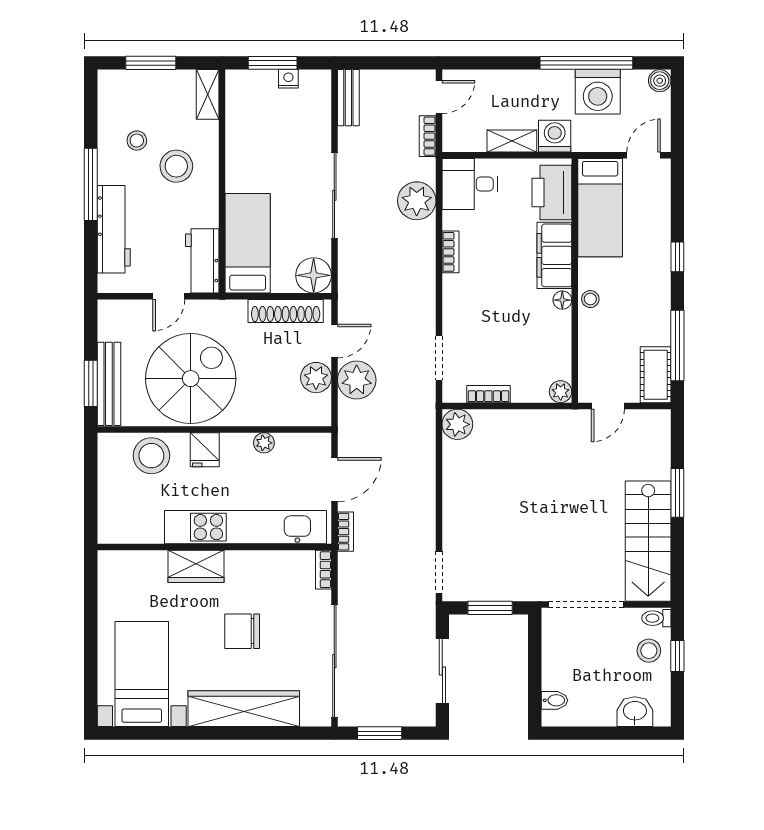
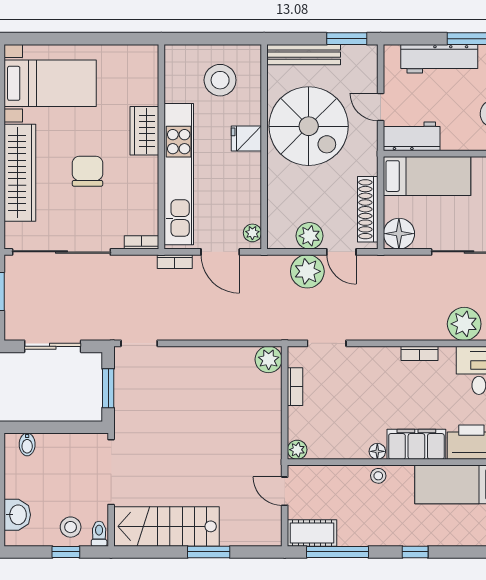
window: (91, 383) -> (347, 39), moved
plant: (264, 443) -> (252, 233), moved
stool: (151, 456) -> (220, 80), moved

